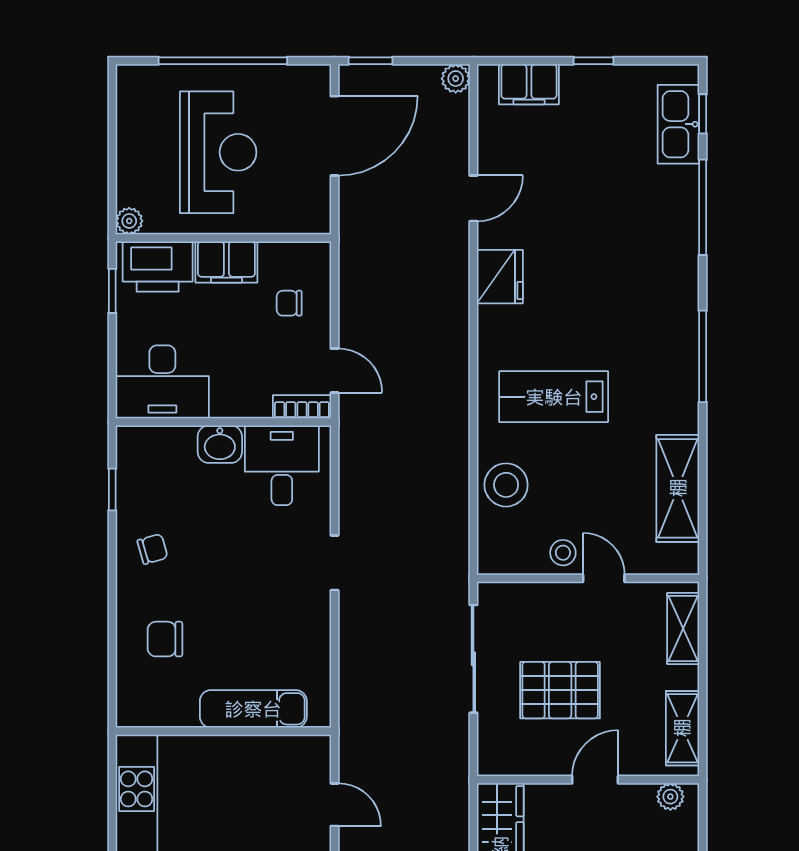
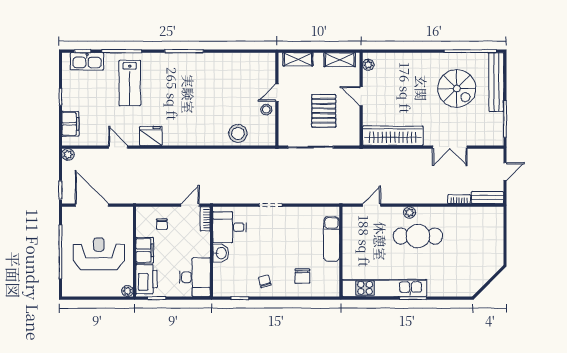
lab bench: (554, 397) -> (130, 83), moved
shelving: (678, 488) -> (239, 62), removed

